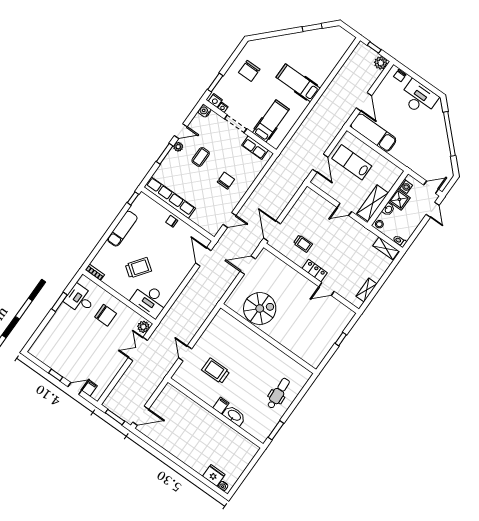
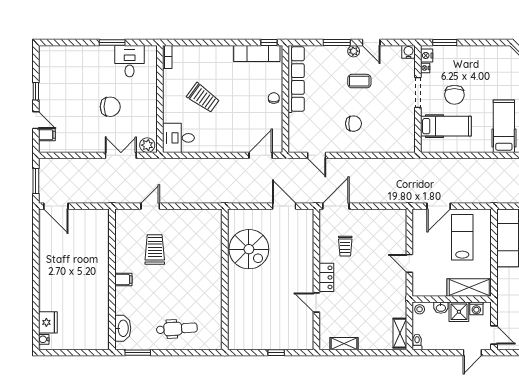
chair: (249, 71) -> (454, 95), moved, turned -90
row of seats: (255, 148) -> (408, 129), removed
shelving: (373, 203) -> (469, 288), moved
exam couch: (122, 229) -> (257, 53), moved
desk: (150, 300) -> (178, 138), width x0.73
chair: (106, 315) -> (110, 107), moved, turned -90
washbasin: (234, 416) -> (123, 328), moved

